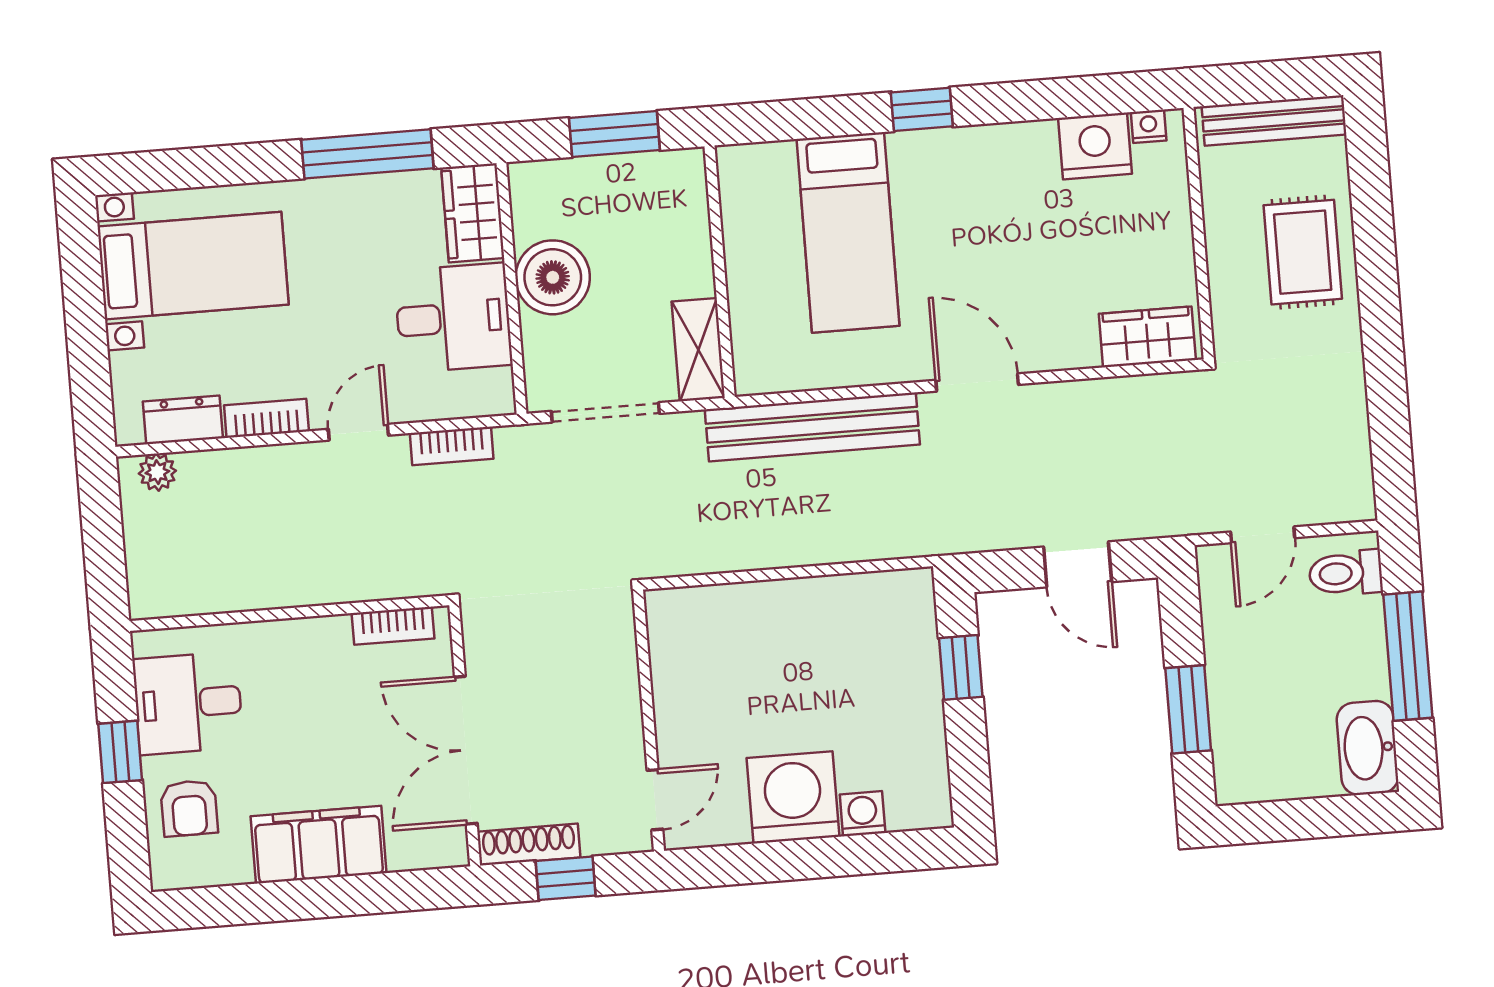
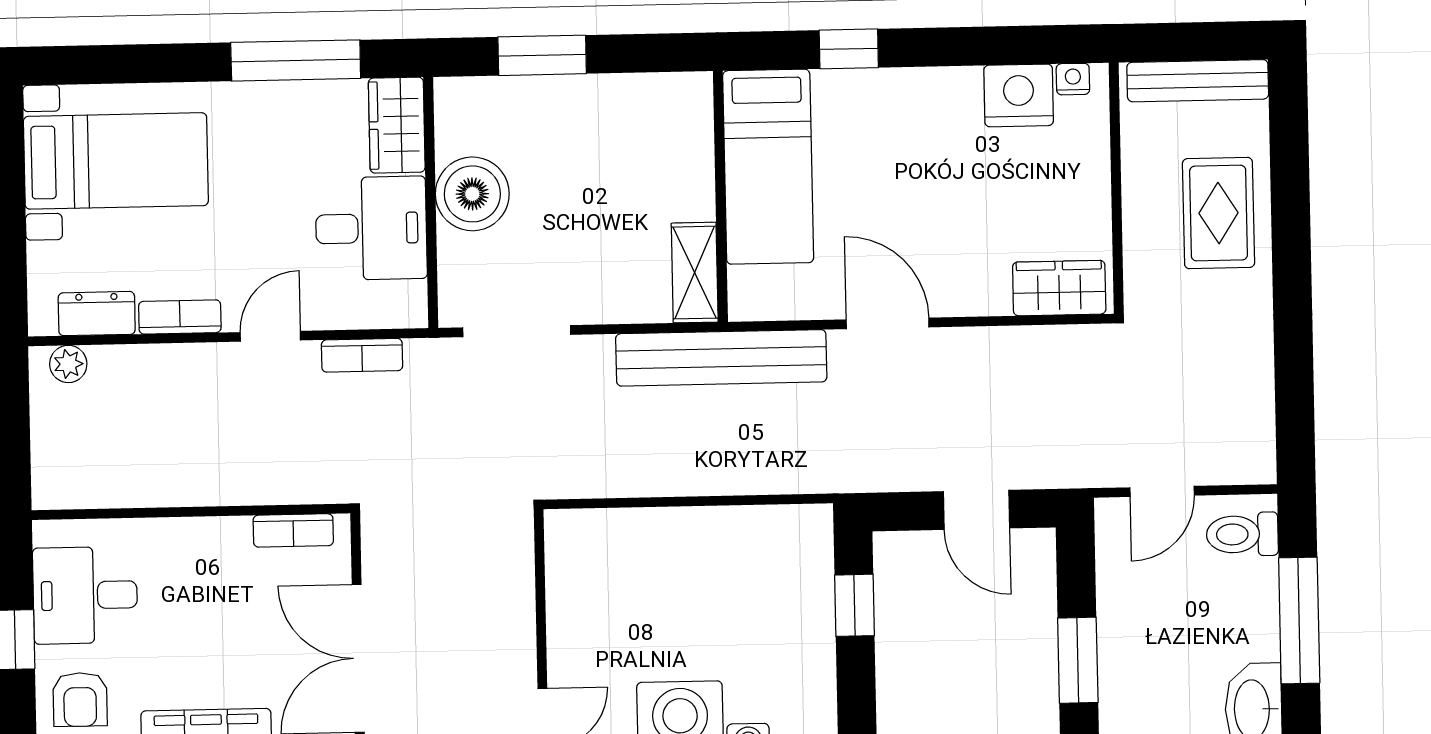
wall: (720, 272) -> (720, 196), moved
shelving: (698, 350) -> (695, 273), moved

